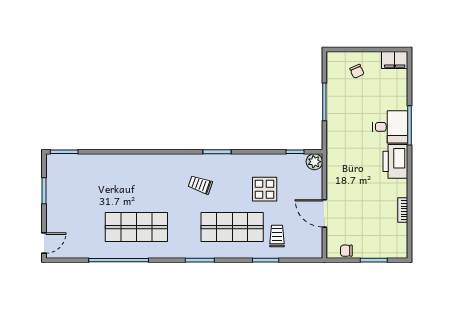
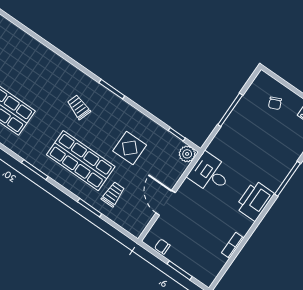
desk: (390, 127) -> (210, 173), moved, turned 180

